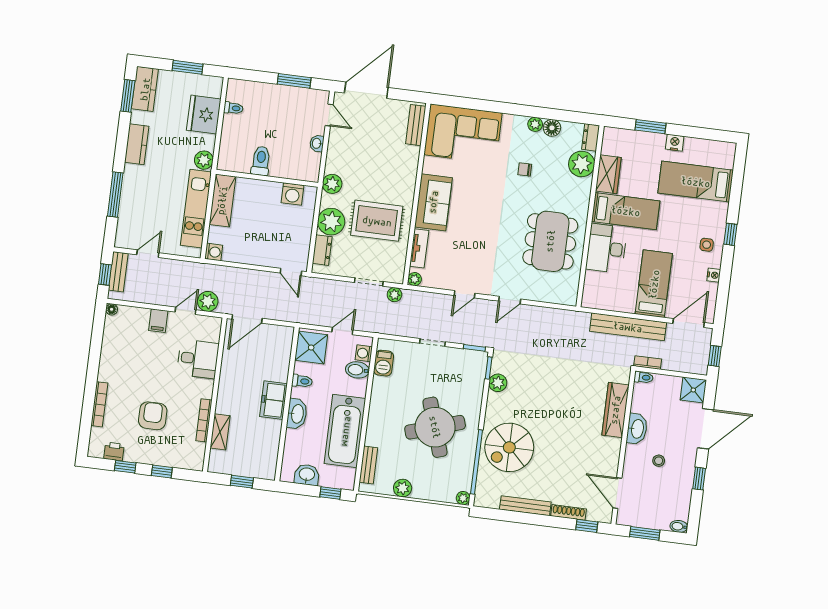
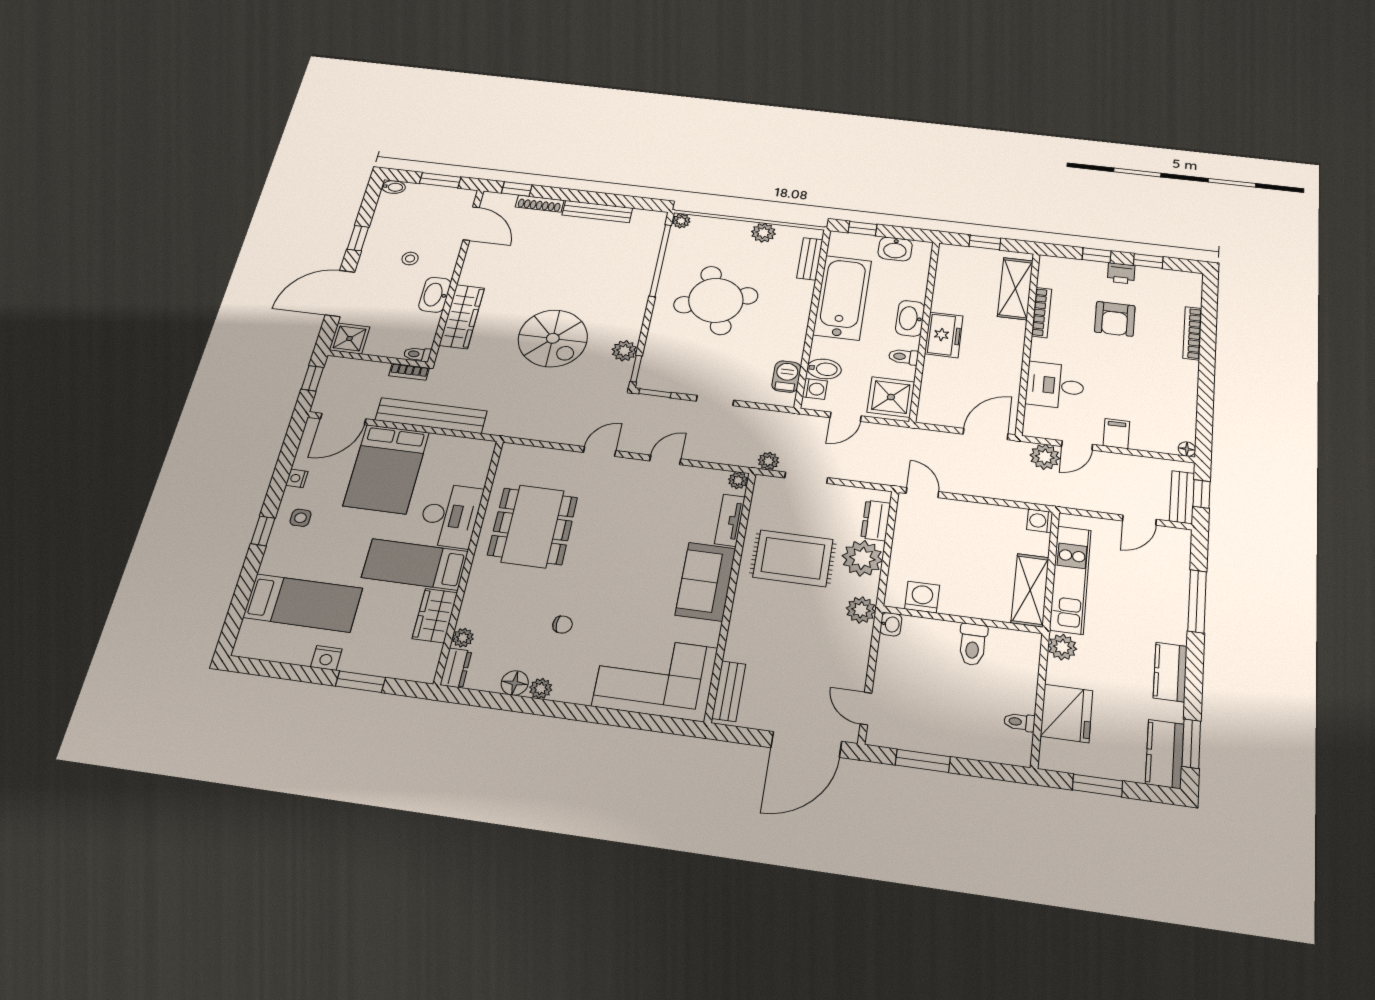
washbasin: (317, 143) -> (891, 624), moved
plant: (582, 164) -> (463, 638), width x0.53, depth x0.53
bed: (654, 284) -> (386, 469), width x1.50
shelving: (220, 432) -> (1015, 289), width x1.50, depth x1.33
spiral stairs: (509, 447) -> (553, 338), moved, turned 90
printer: (114, 452) -> (1121, 273), moved

